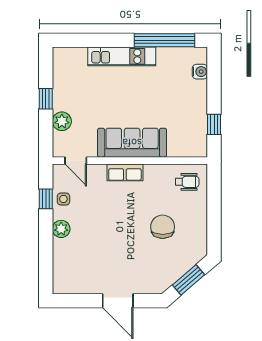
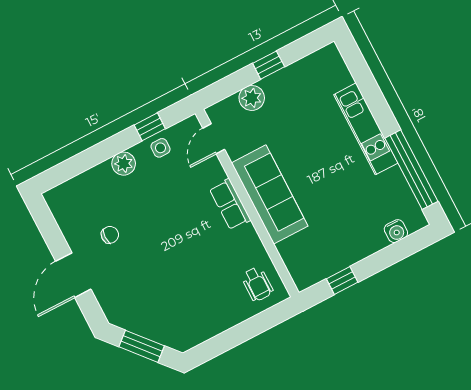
chair: (163, 227) -> (110, 235), moved, width x0.54, depth x0.54

